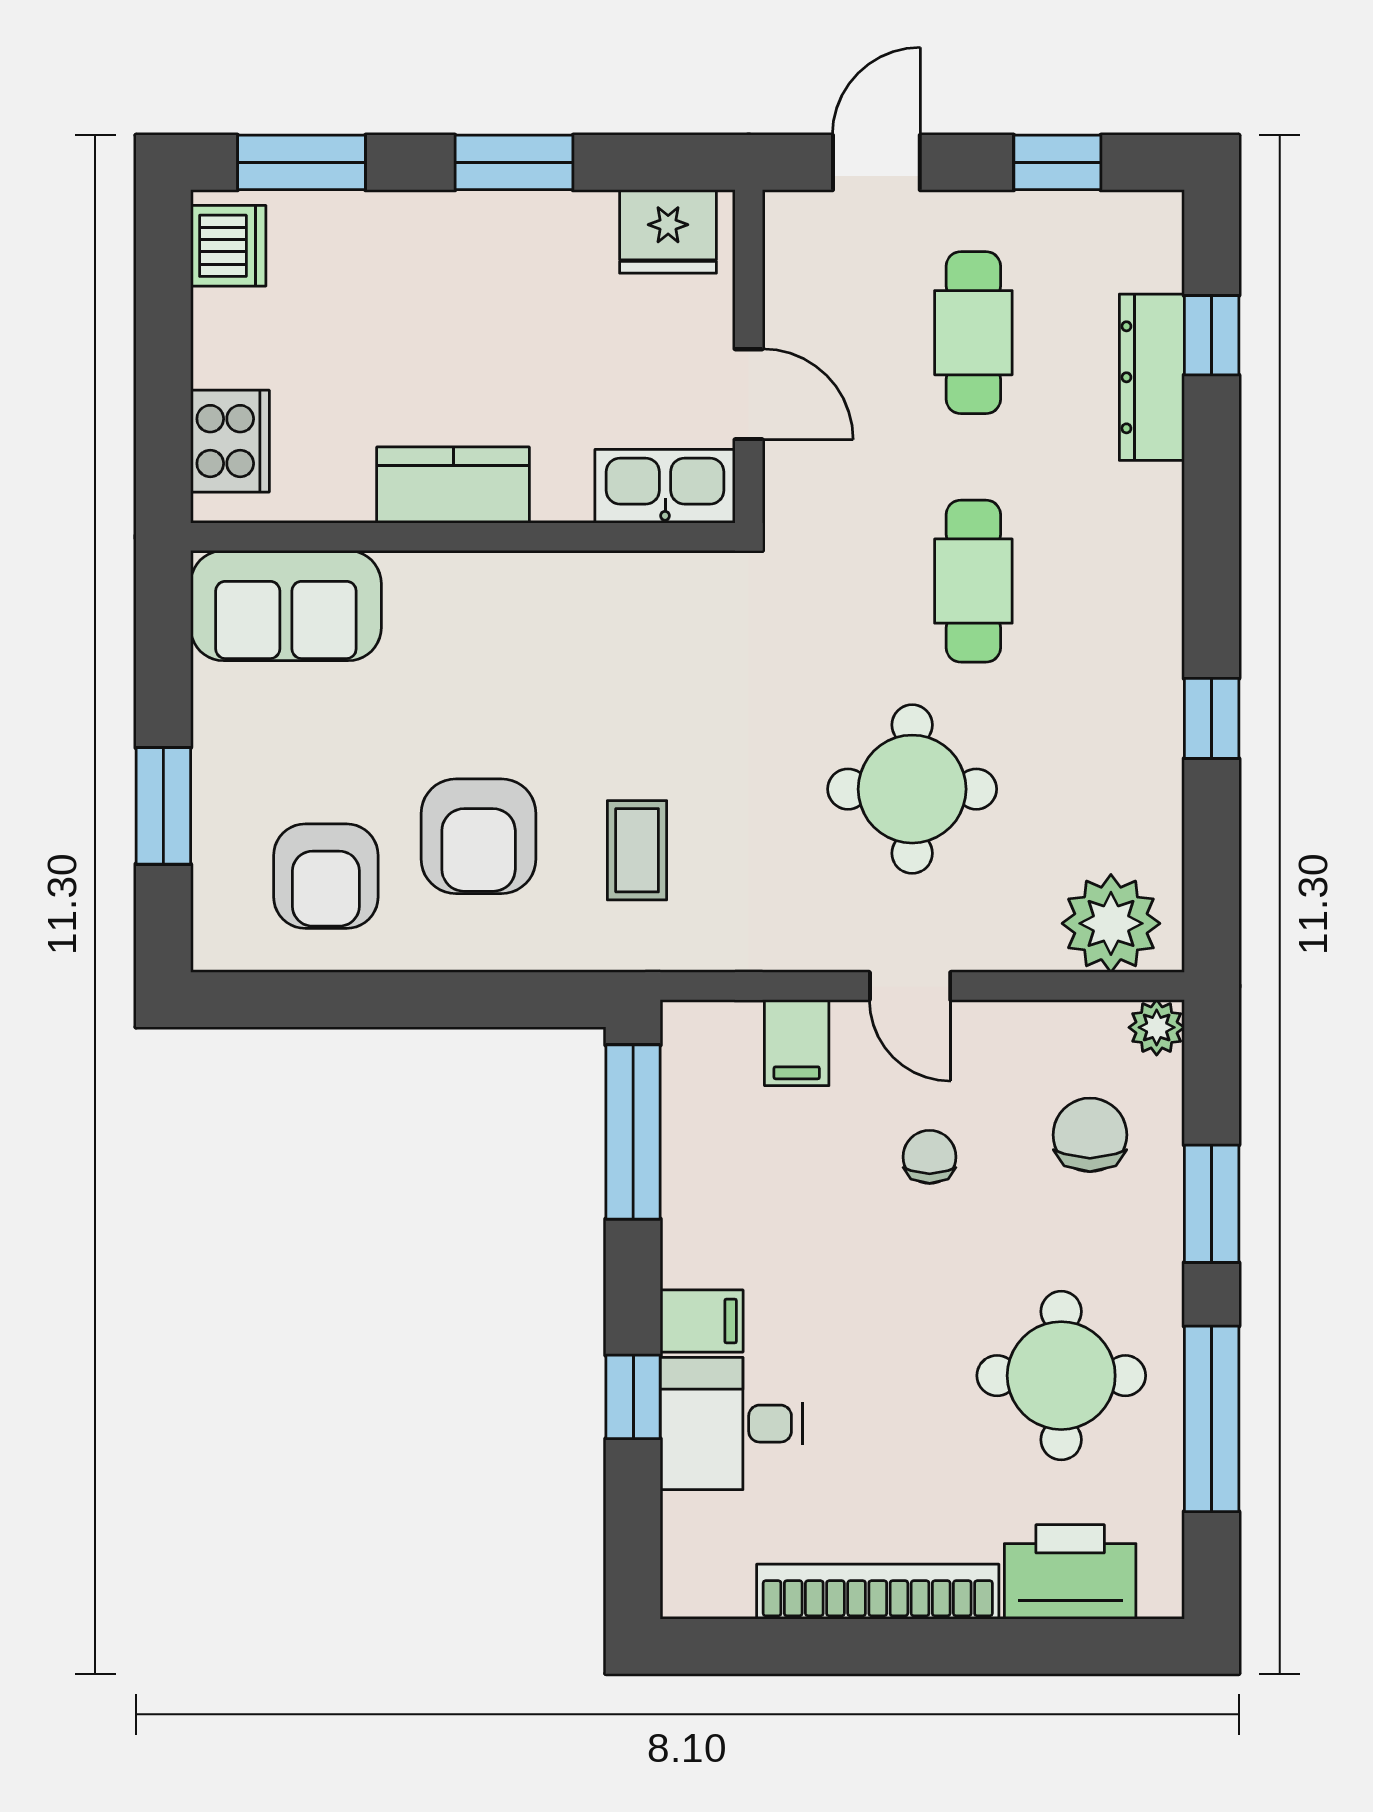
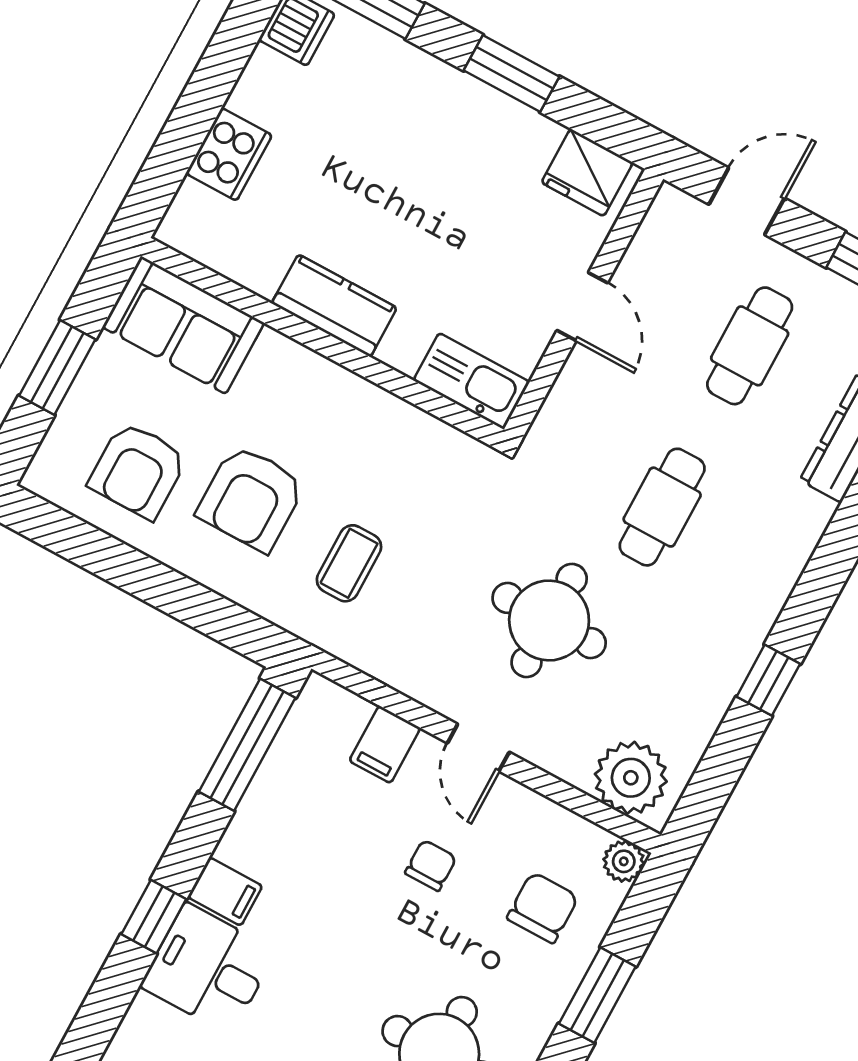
kitchen counter: (453, 485) -> (334, 306), moved
kitchen sink: (665, 486) -> (471, 381), moved
wall: (463, 537) -> (322, 343), moved
sofa: (286, 606) -> (183, 325), moved

